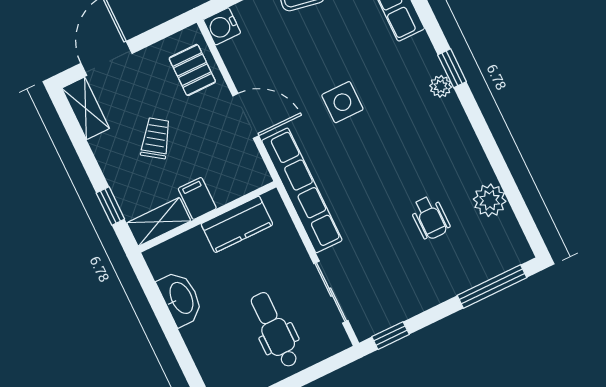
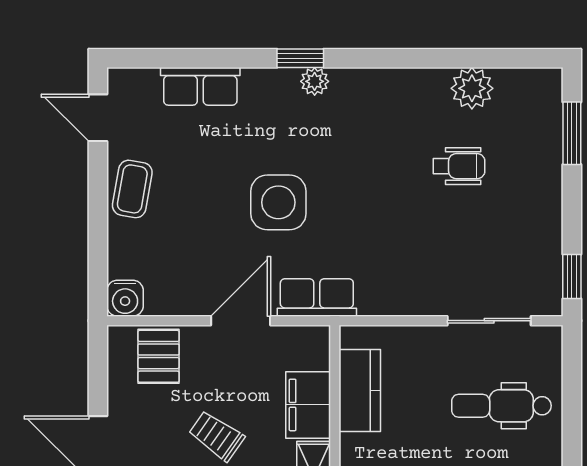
pallet: (192, 70) -> (159, 356), turned 90
side table: (342, 102) -> (278, 202), width x1.37, depth x1.37
row of seats: (302, 190) -> (317, 297), width x0.50
filing cabinet: (197, 198) -> (308, 405), width x2.00
window: (492, 286) -> (572, 133), width x0.69

